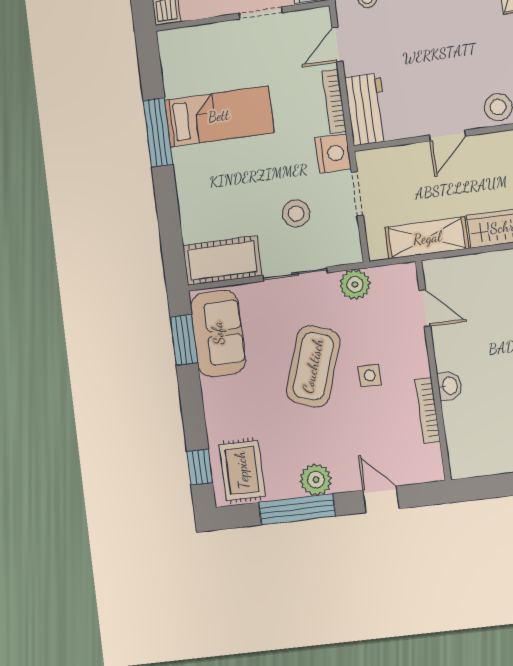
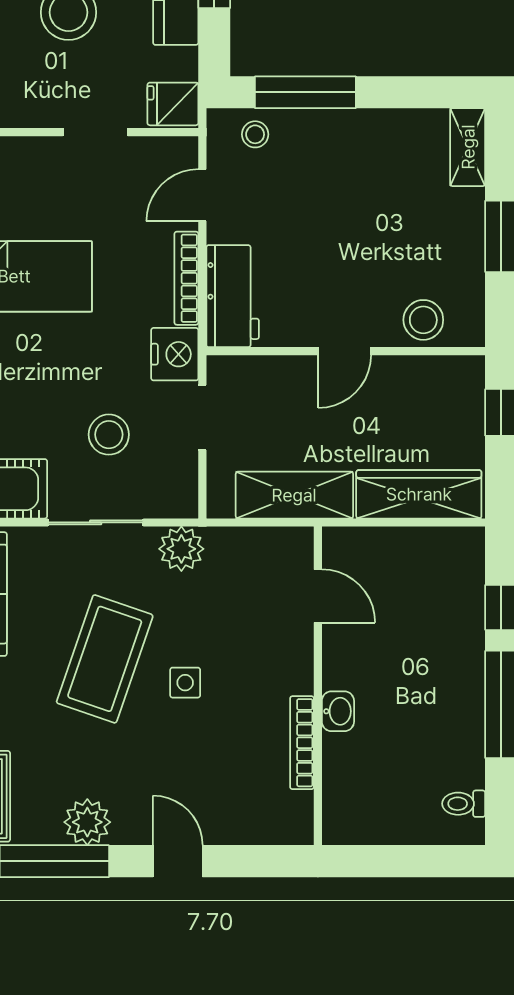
door: (425, 308) -> (318, 596), moved
wall: (433, 370) -> (318, 686), moved
washbasin: (449, 386) -> (338, 711), moved
bookcase: (428, 411) -> (302, 743), moved

